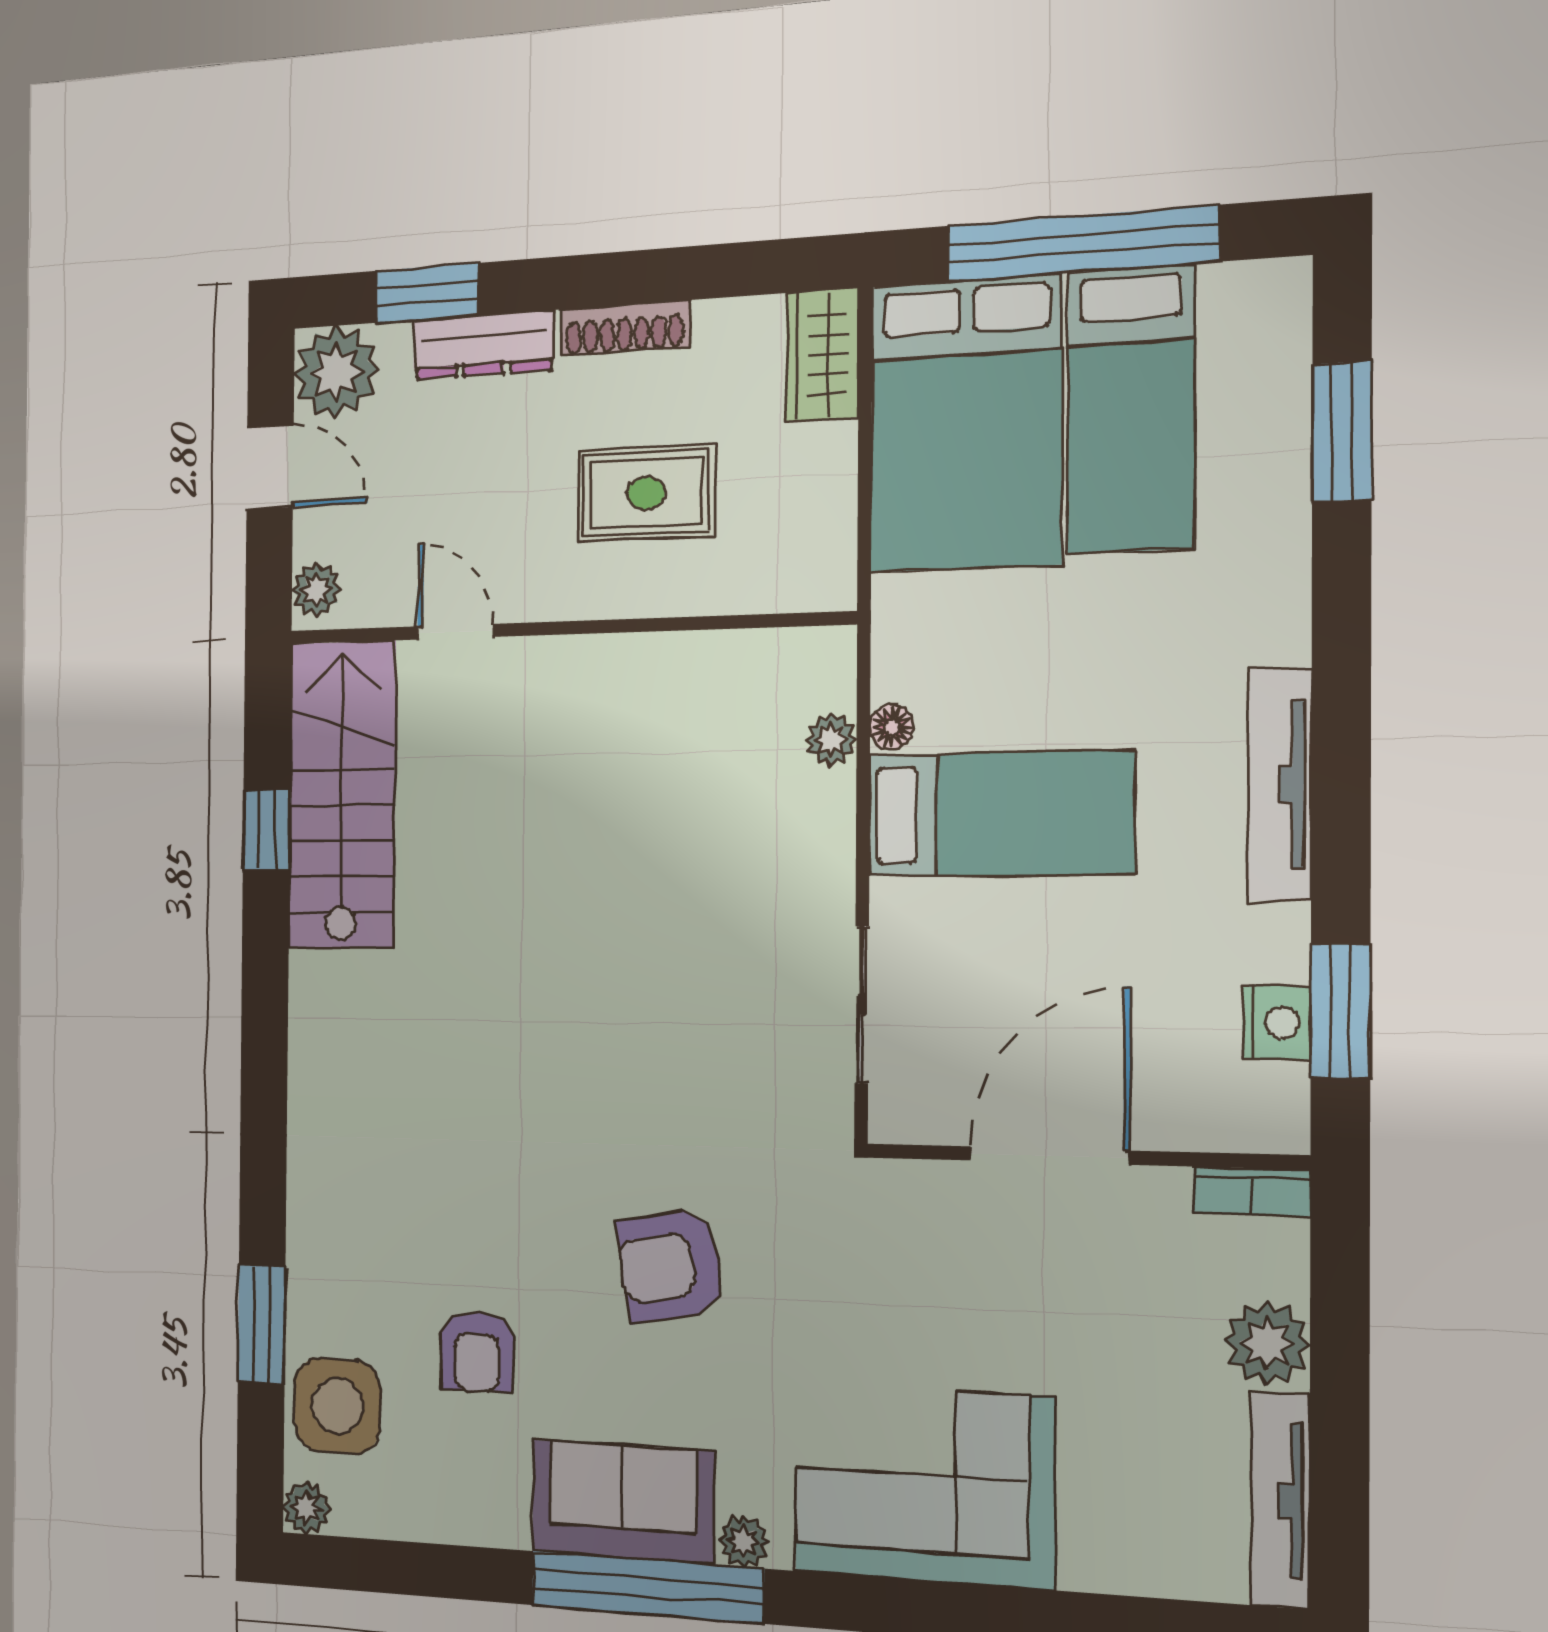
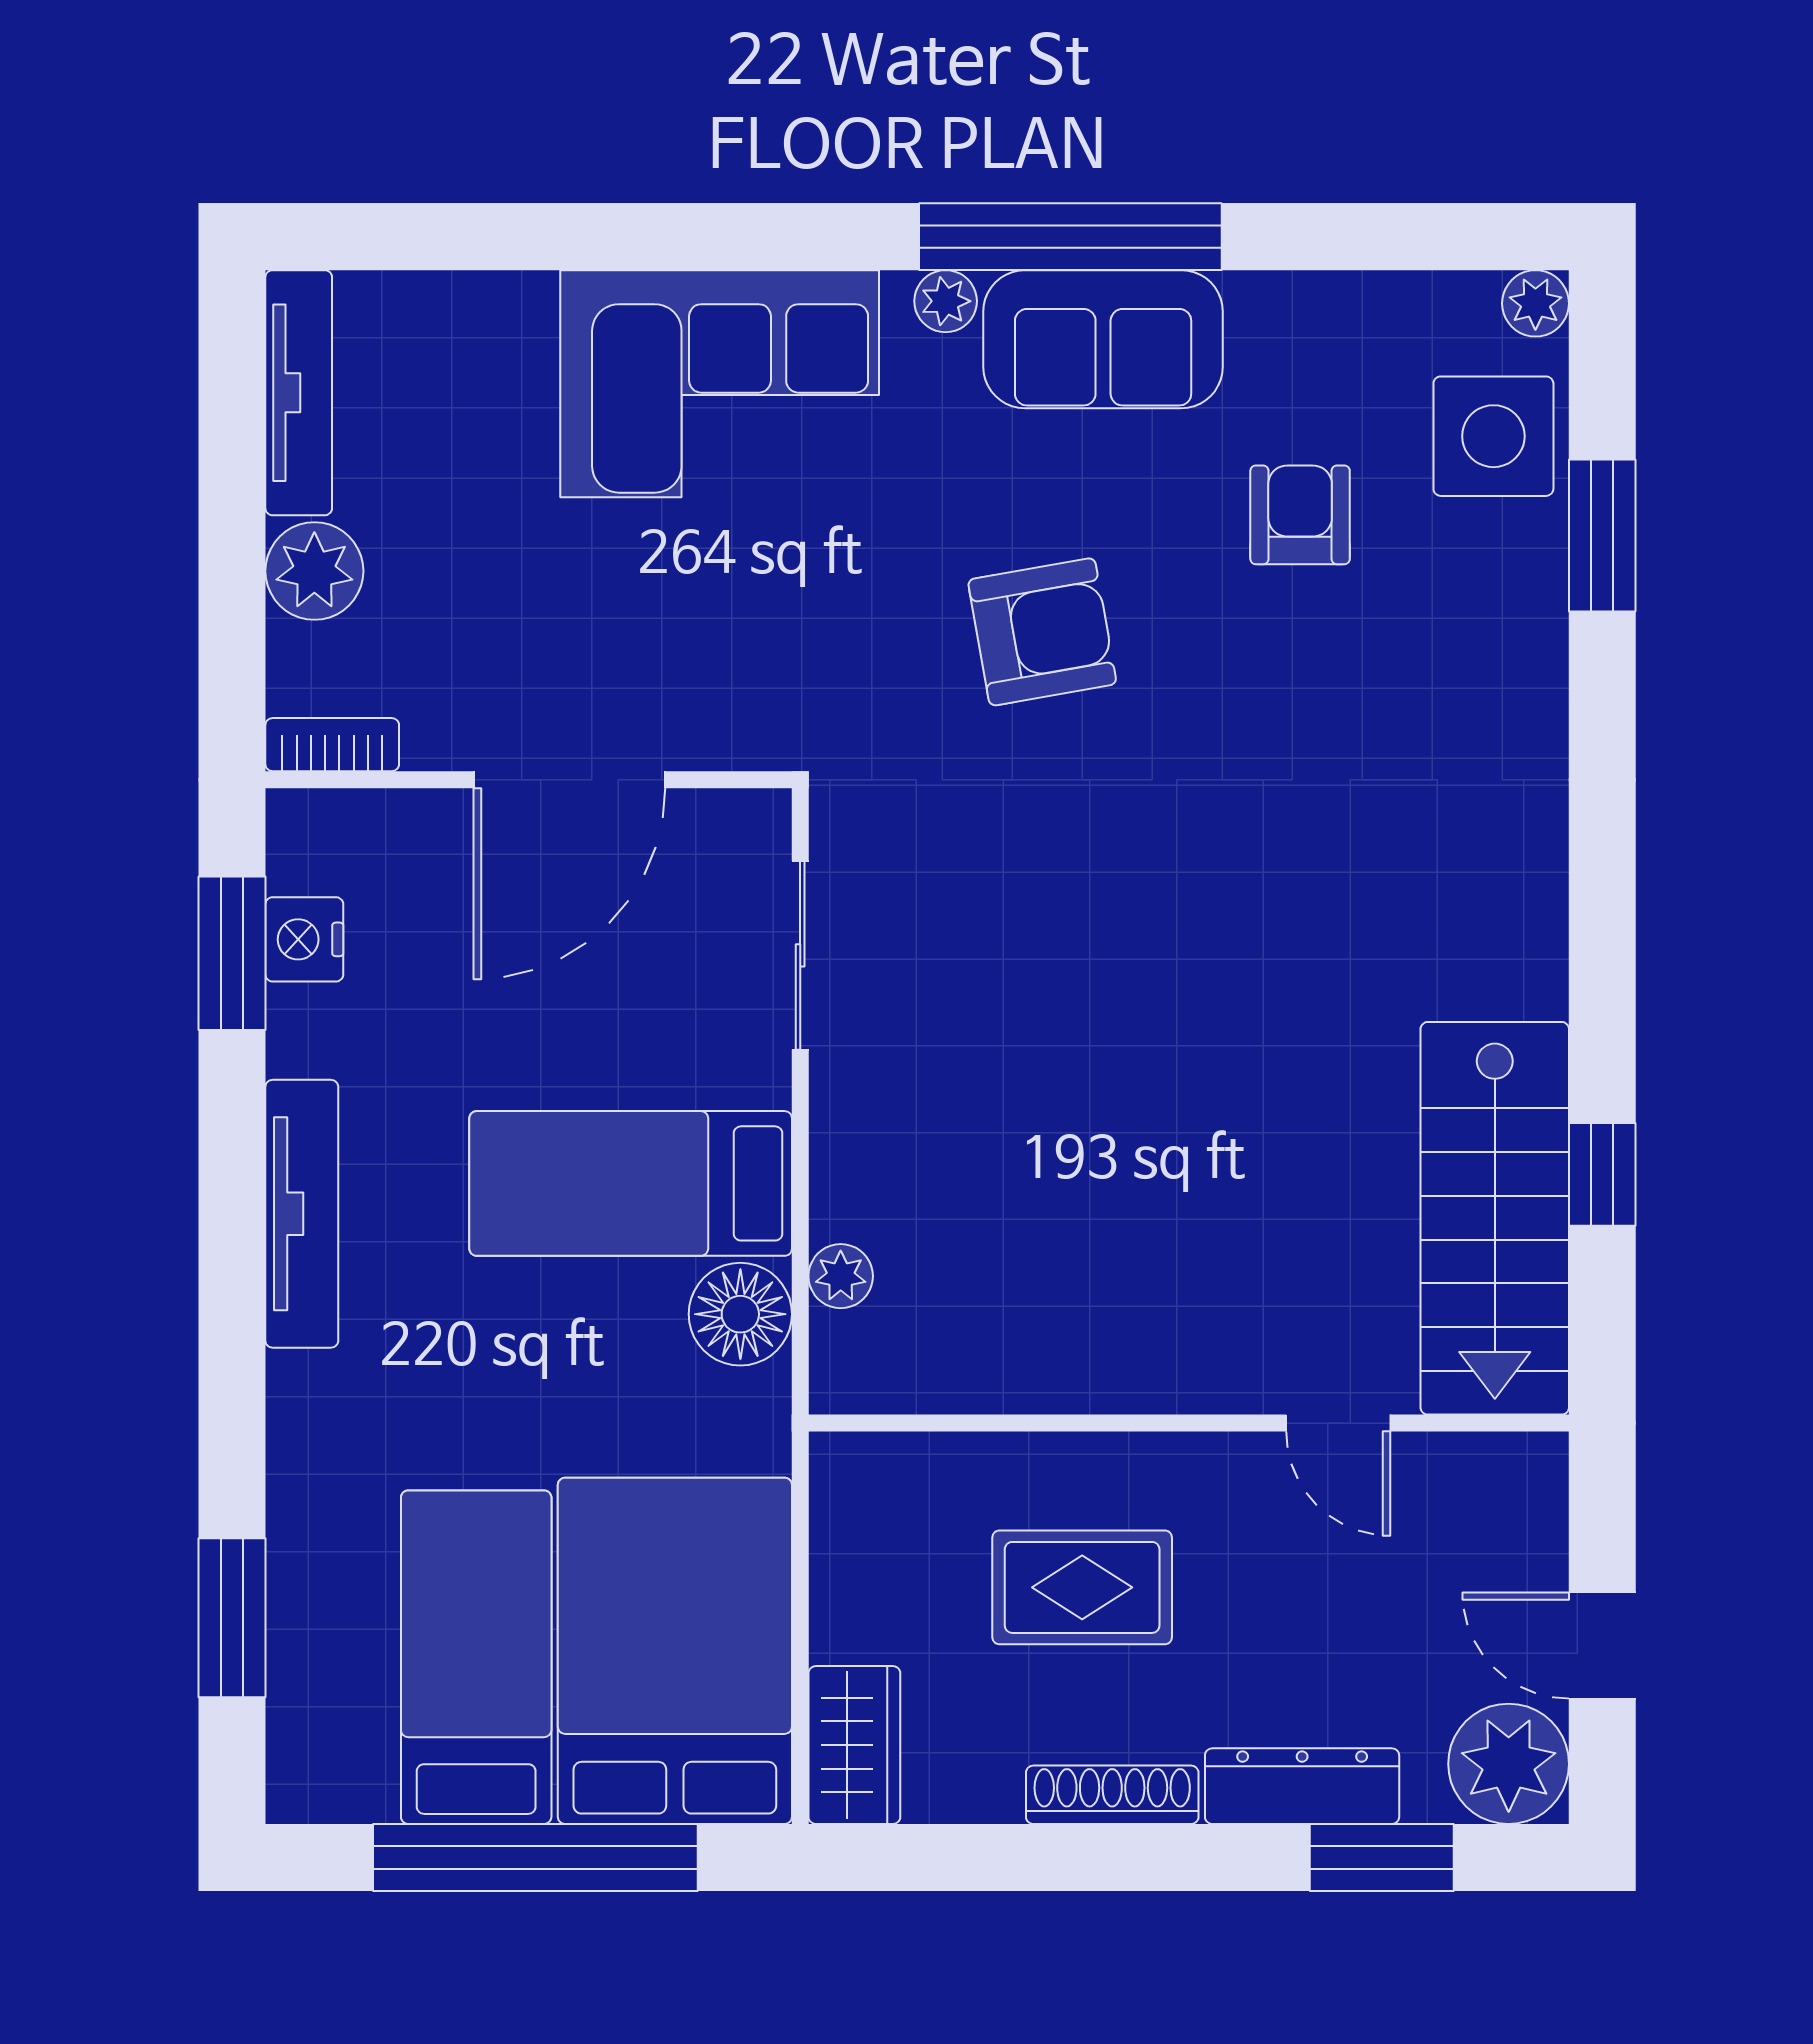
plant: (316, 590) -> (1534, 1483), removed
floor lamp: (892, 727) -> (740, 1314), width x1.89, depth x1.89

